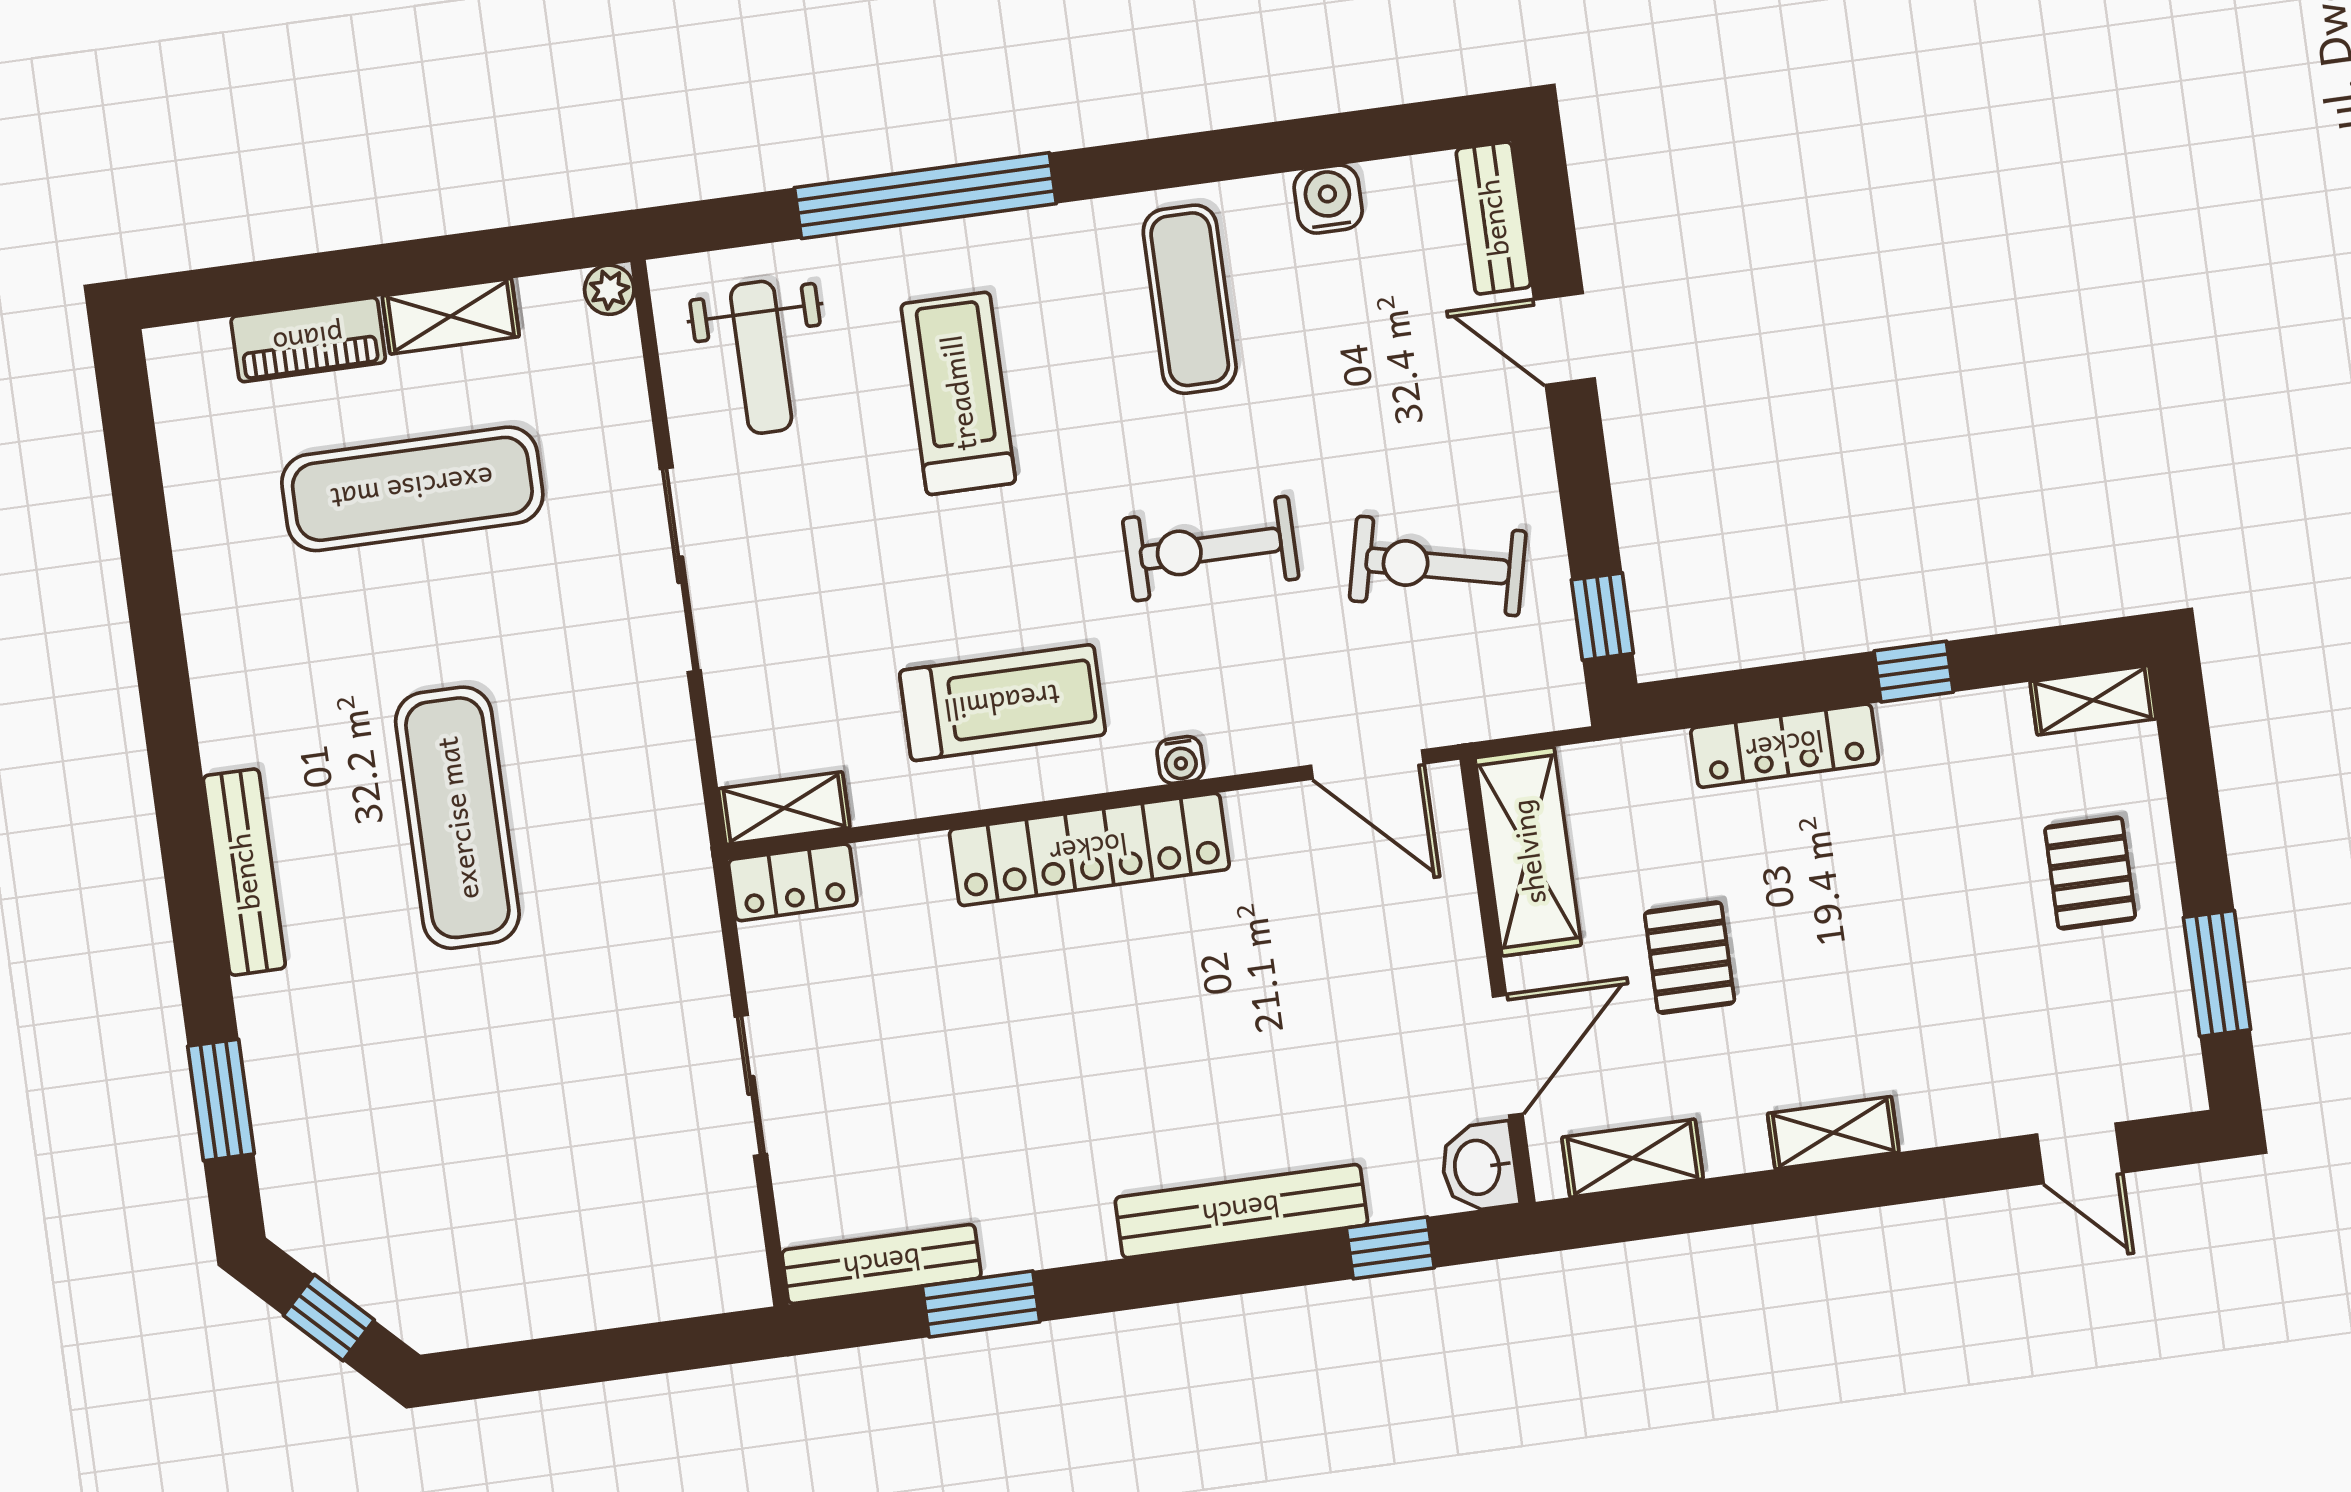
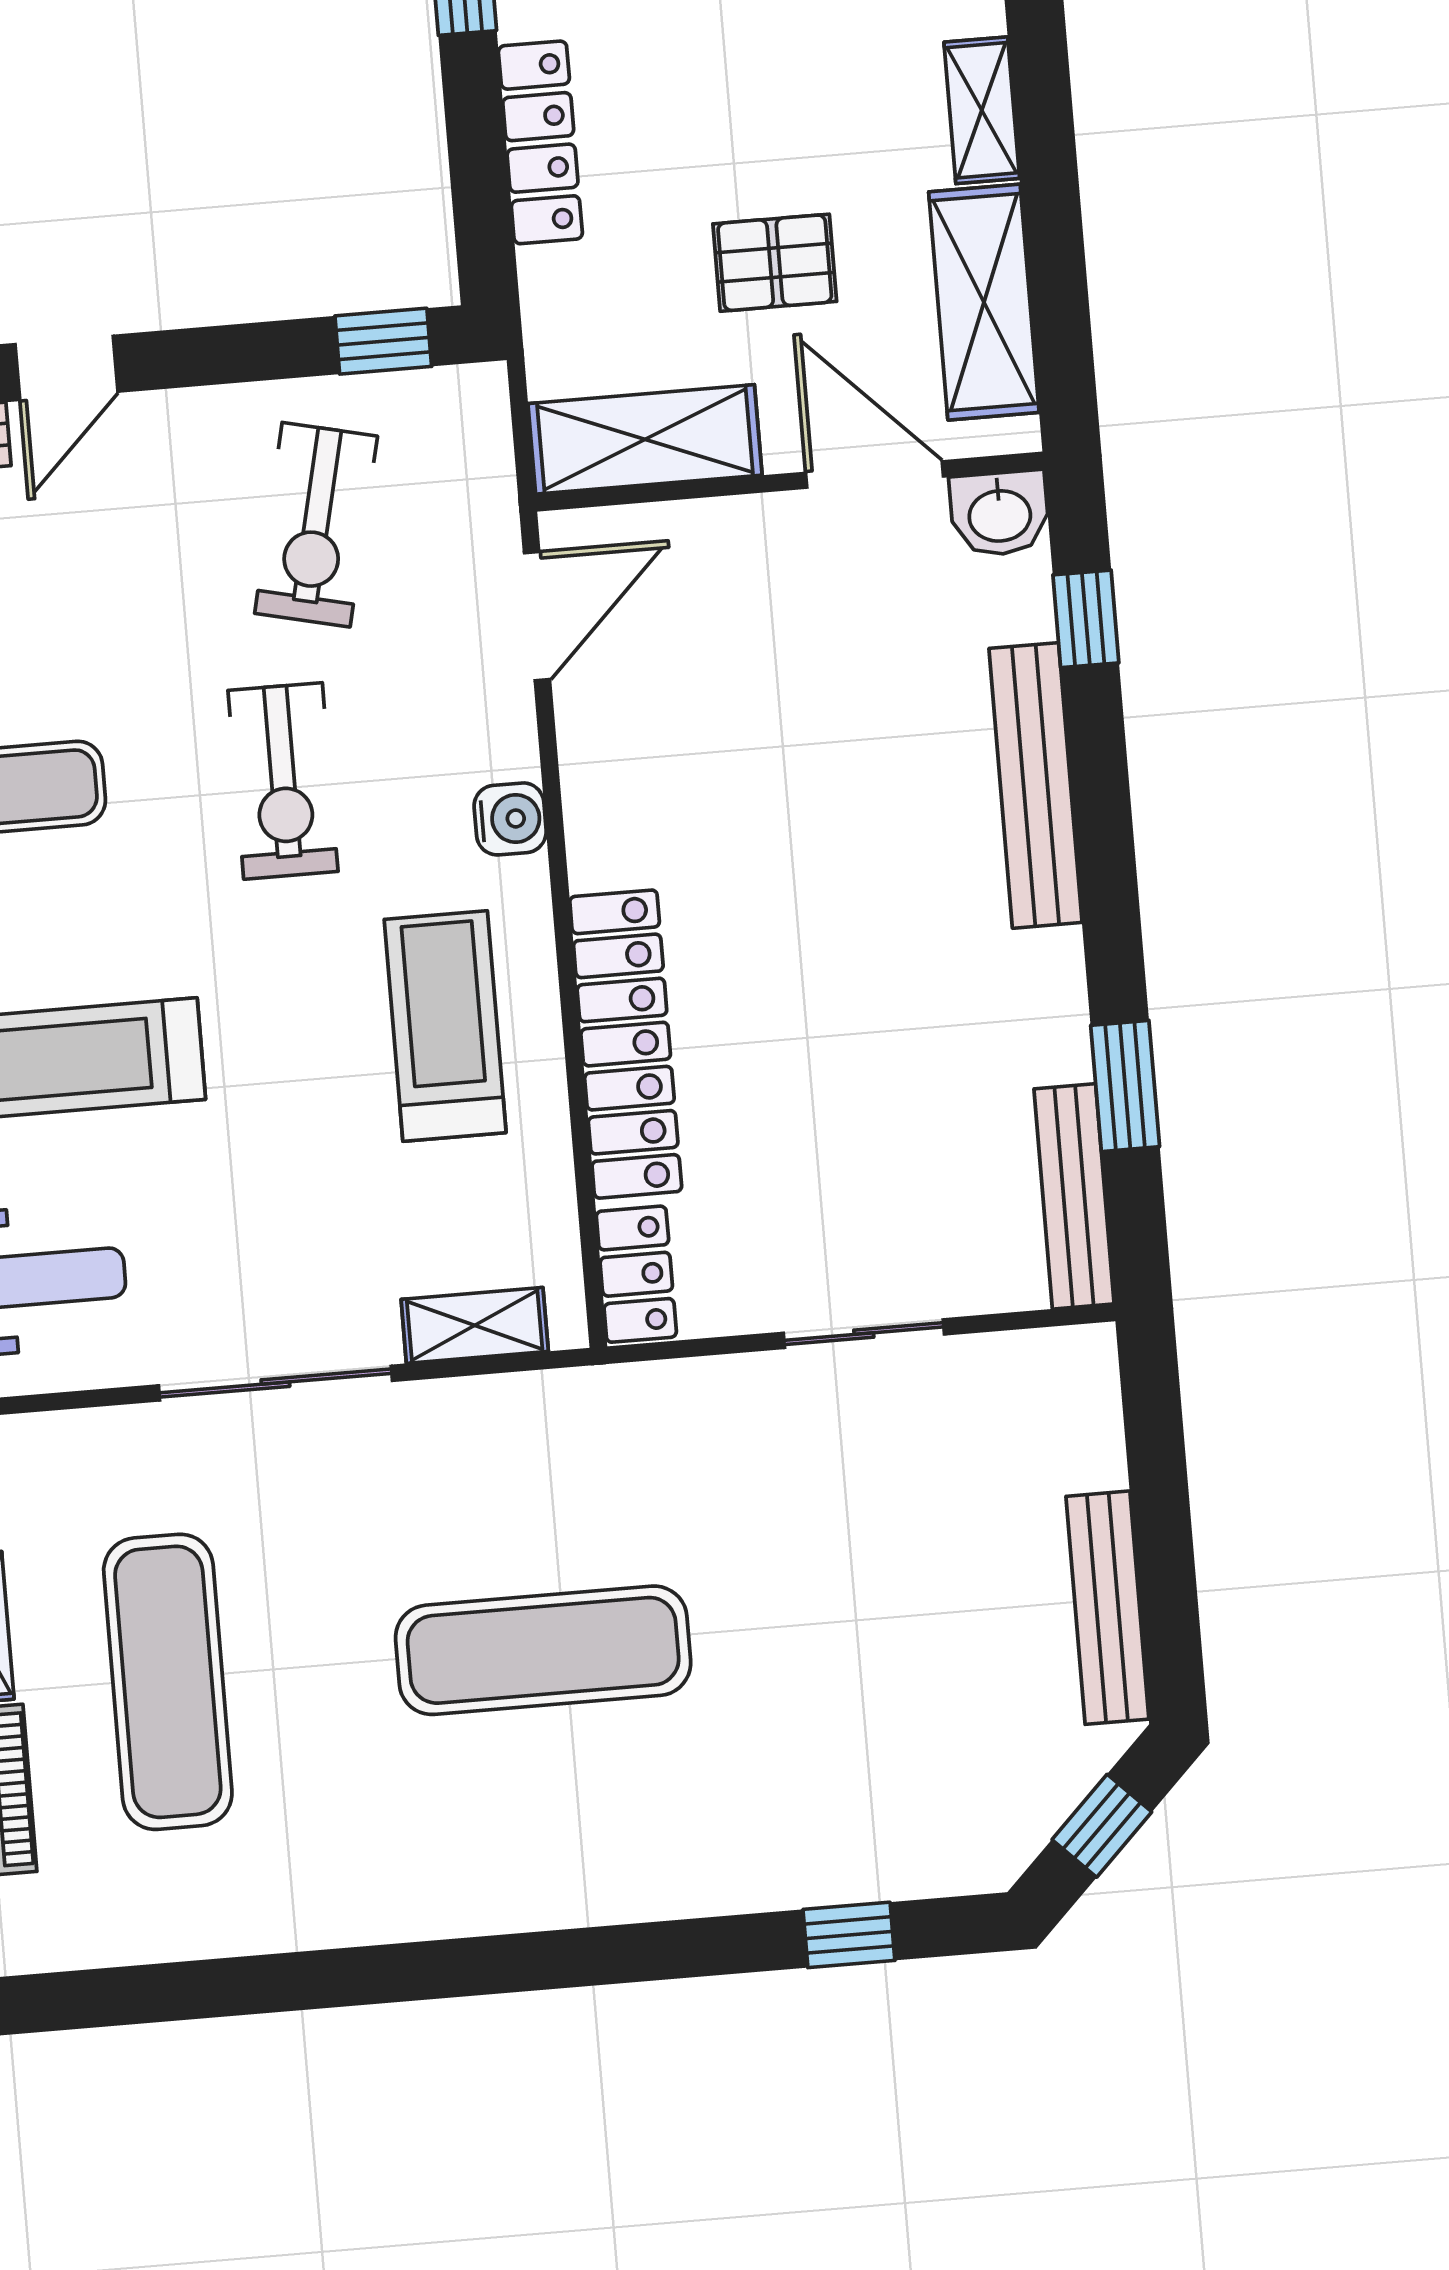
water cooler: (1180, 760) -> (510, 819), width x1.38, depth x1.38
shelving: (784, 808) -> (475, 1325), moved, turned 90
locker: (1089, 849) -> (626, 1044), moved
bench: (244, 872) -> (1107, 1608), moved, turned 90
window: (221, 1100) -> (849, 1935), width x0.67
shelving: (1633, 1158) -> (984, 302), width x1.50, depth x1.33

